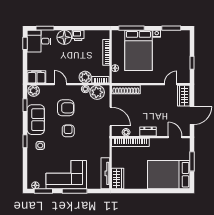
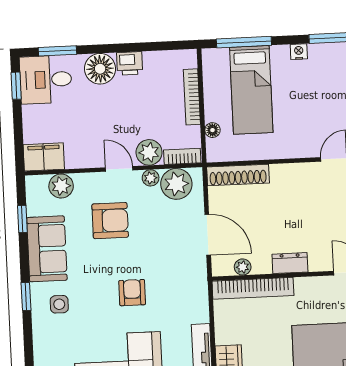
bed: (138, 50) -> (251, 90), width x0.67
door: (60, 84) -> (119, 169), moved
plant: (34, 91) -> (61, 186), moved
armchair: (68, 131) -> (132, 293), moved

